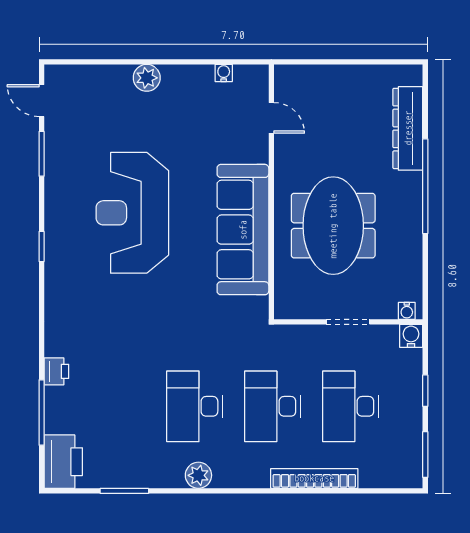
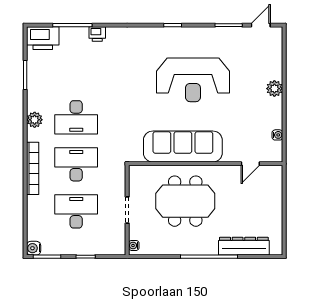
reception desk: (132, 213) -> (193, 80), turned 180
water cooler: (411, 336) -> (34, 248), moved, turned 180
desk: (194, 406) -> (76, 117), turned 180
bookcase: (314, 478) -> (33, 168), moved

